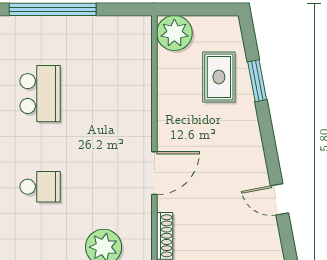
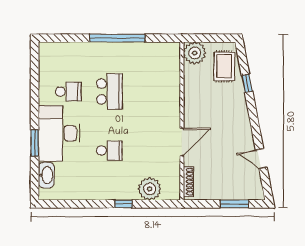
rug: (219, 77) -> (224, 66), moved
window: (257, 81) -> (247, 83), width x0.67

